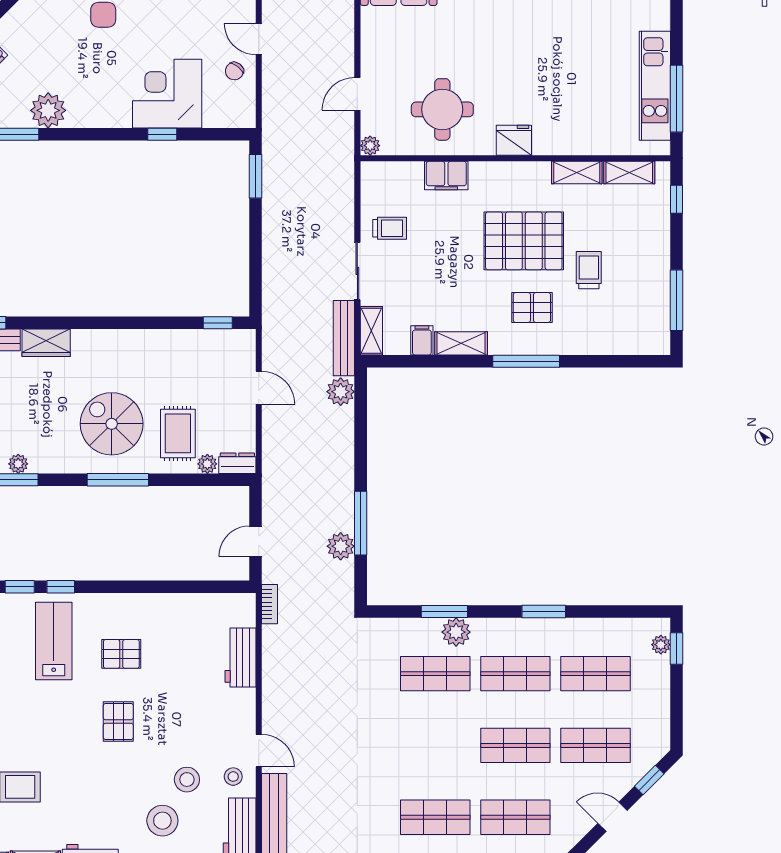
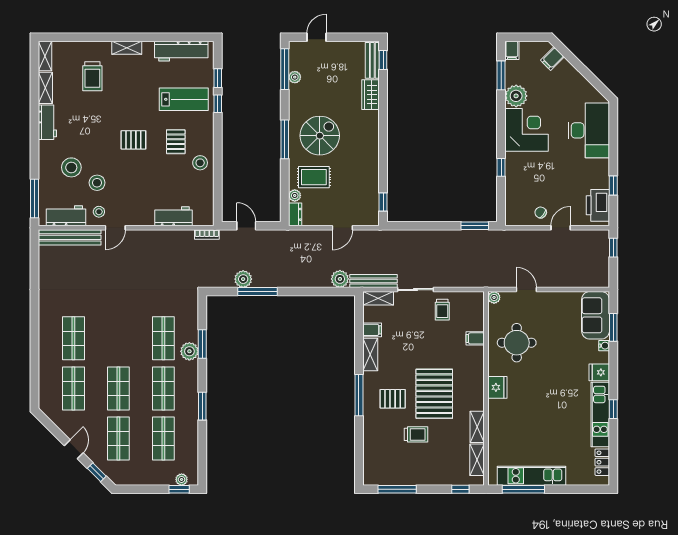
corner desk: (167, 94) -> (527, 130), moved
filing cabinet: (446, 176) -> (475, 338), width x0.50
pallet: (532, 308) -> (393, 399), turned 90
stool: (155, 615) -> (200, 163), added

